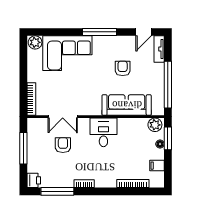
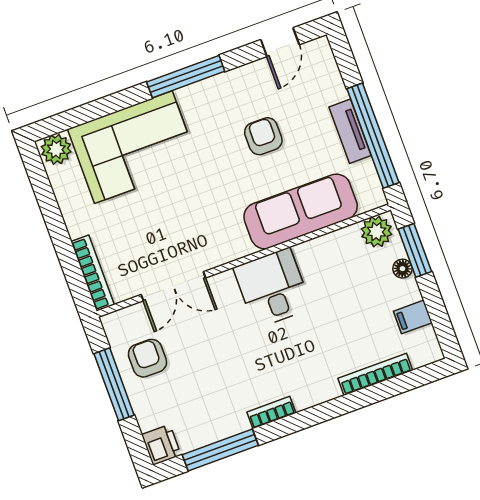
tv unit: (159, 49) -> (350, 131), moved
armchair: (63, 145) -> (147, 358), moved

